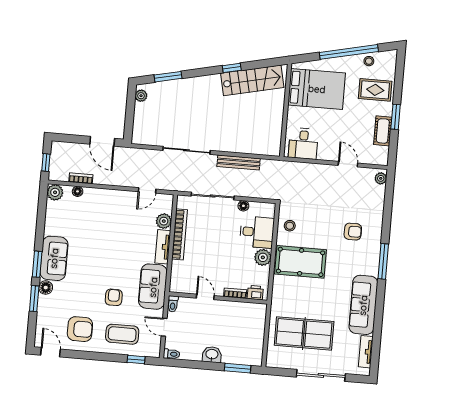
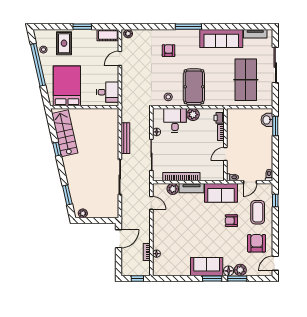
cot: (383, 131) -> (108, 35), moved
plant: (55, 192) -> (240, 270), moved
washbasin: (212, 355) -> (267, 120), moved

